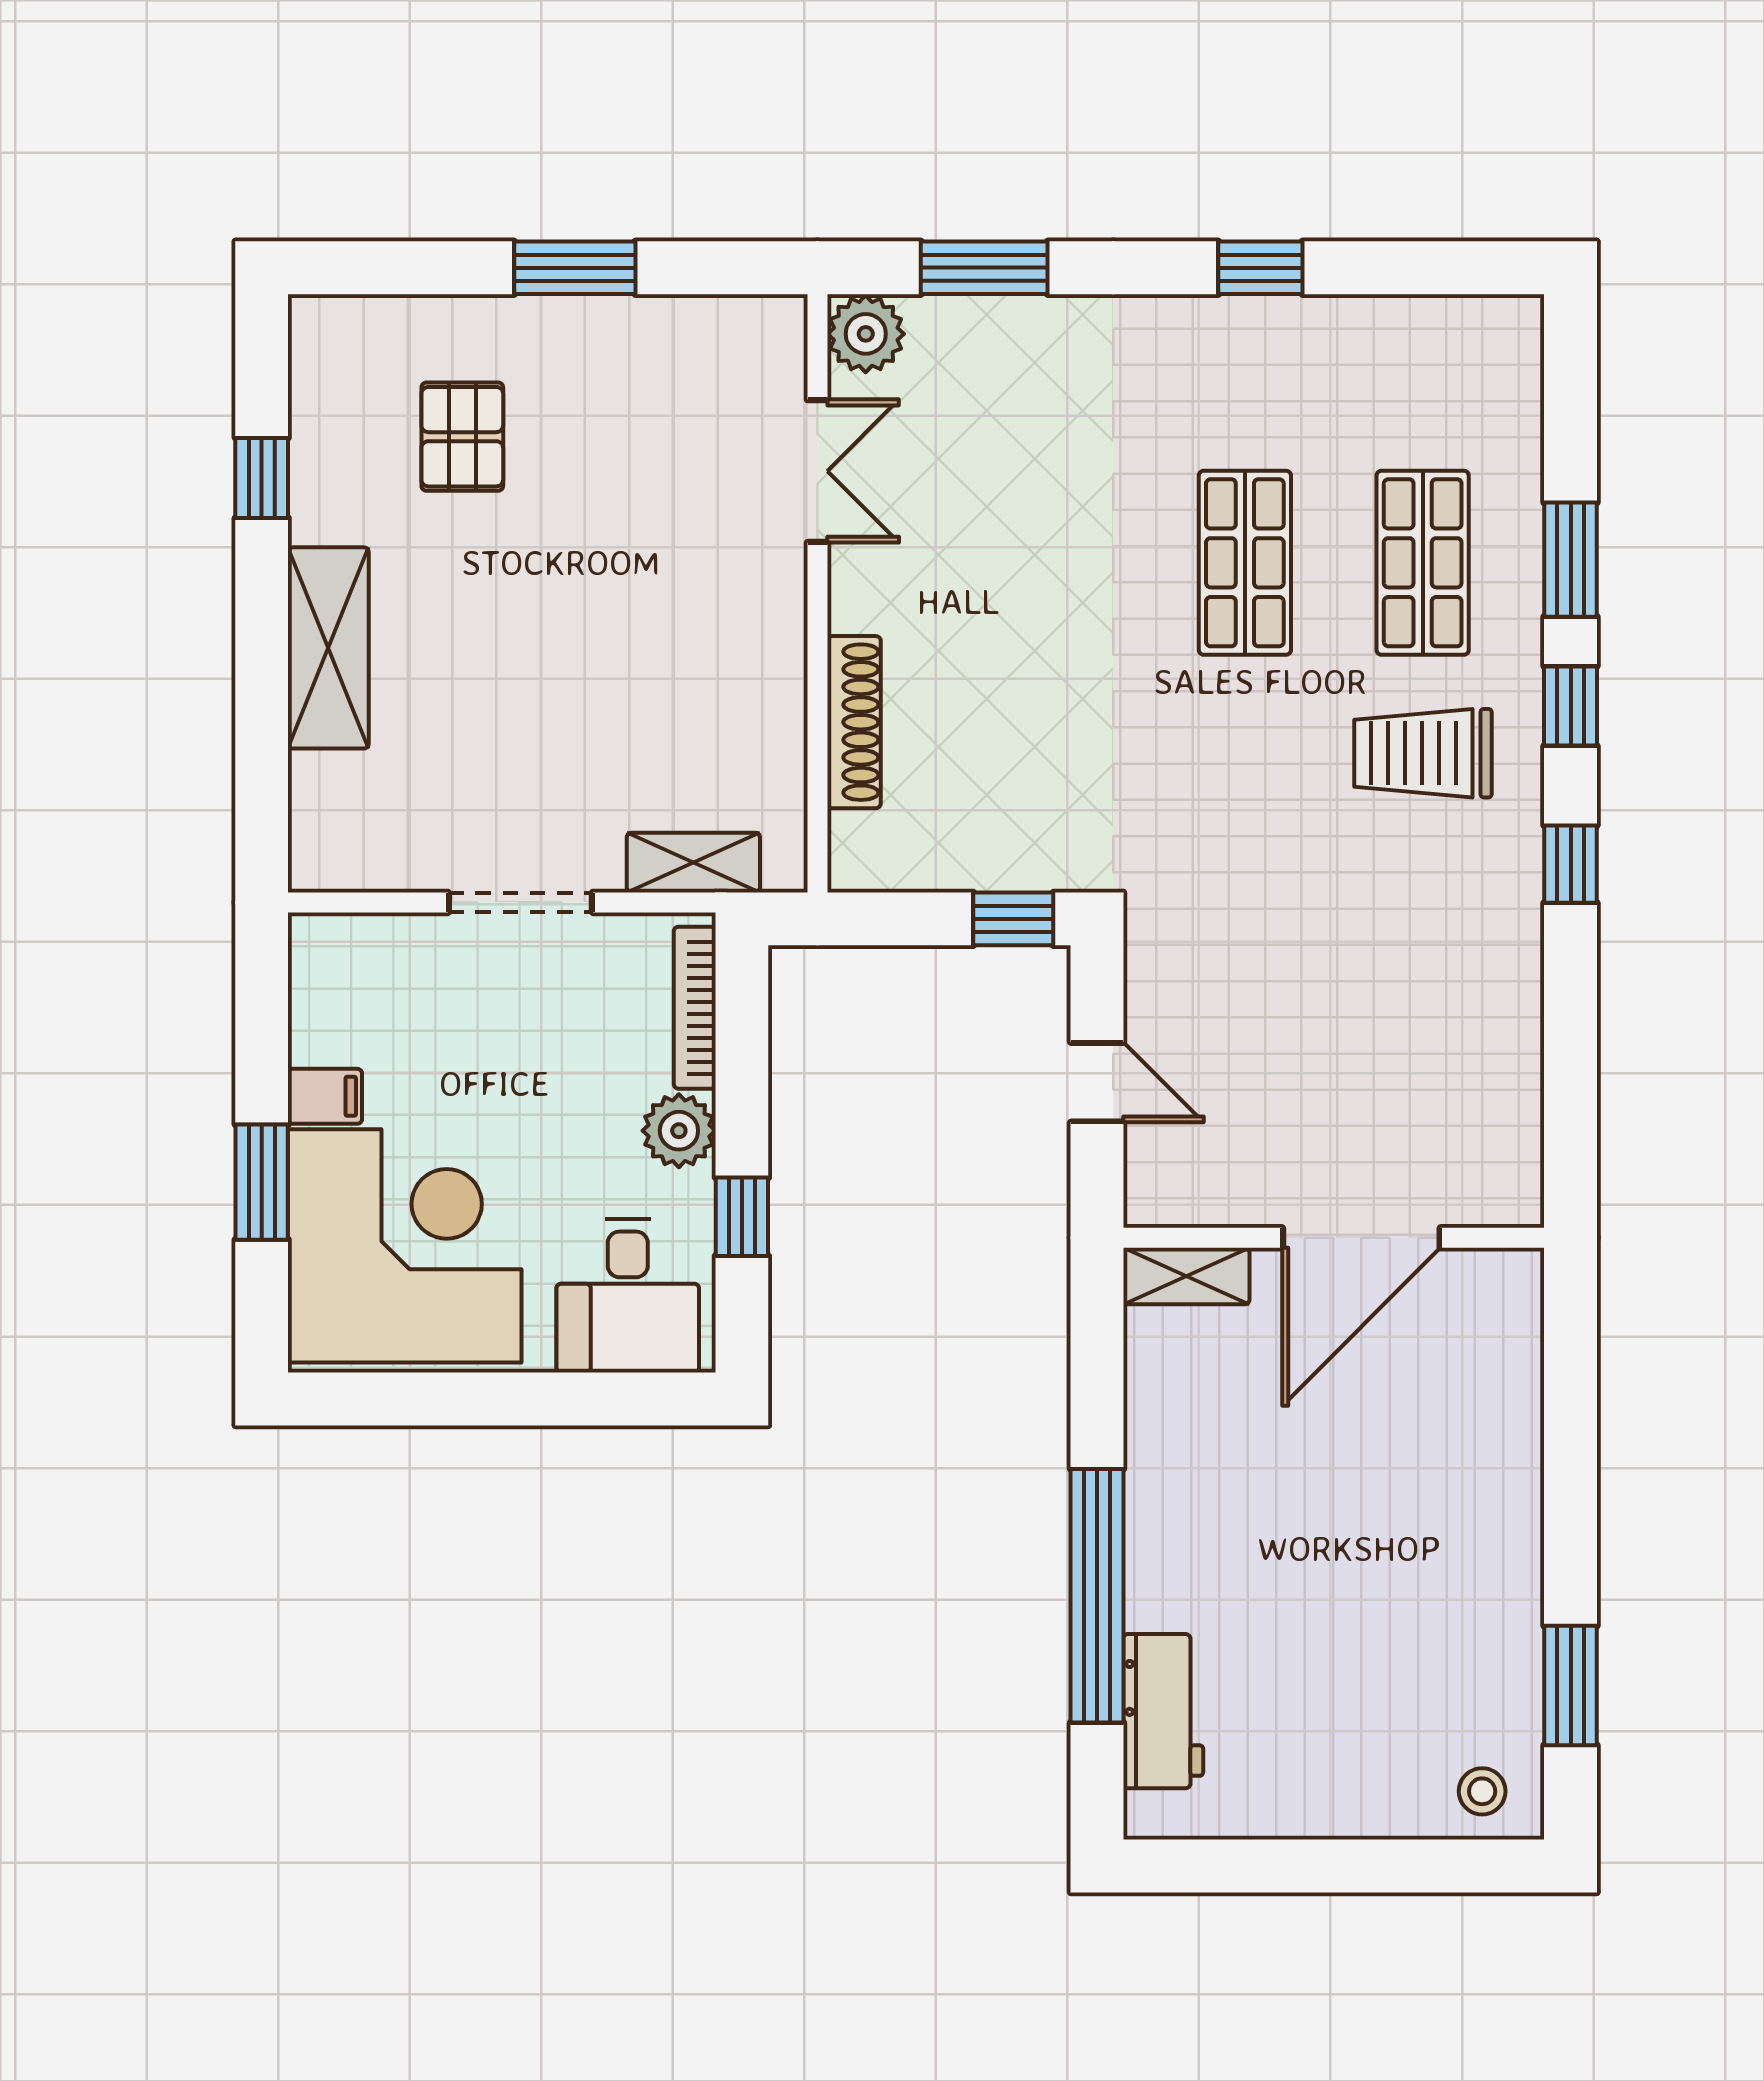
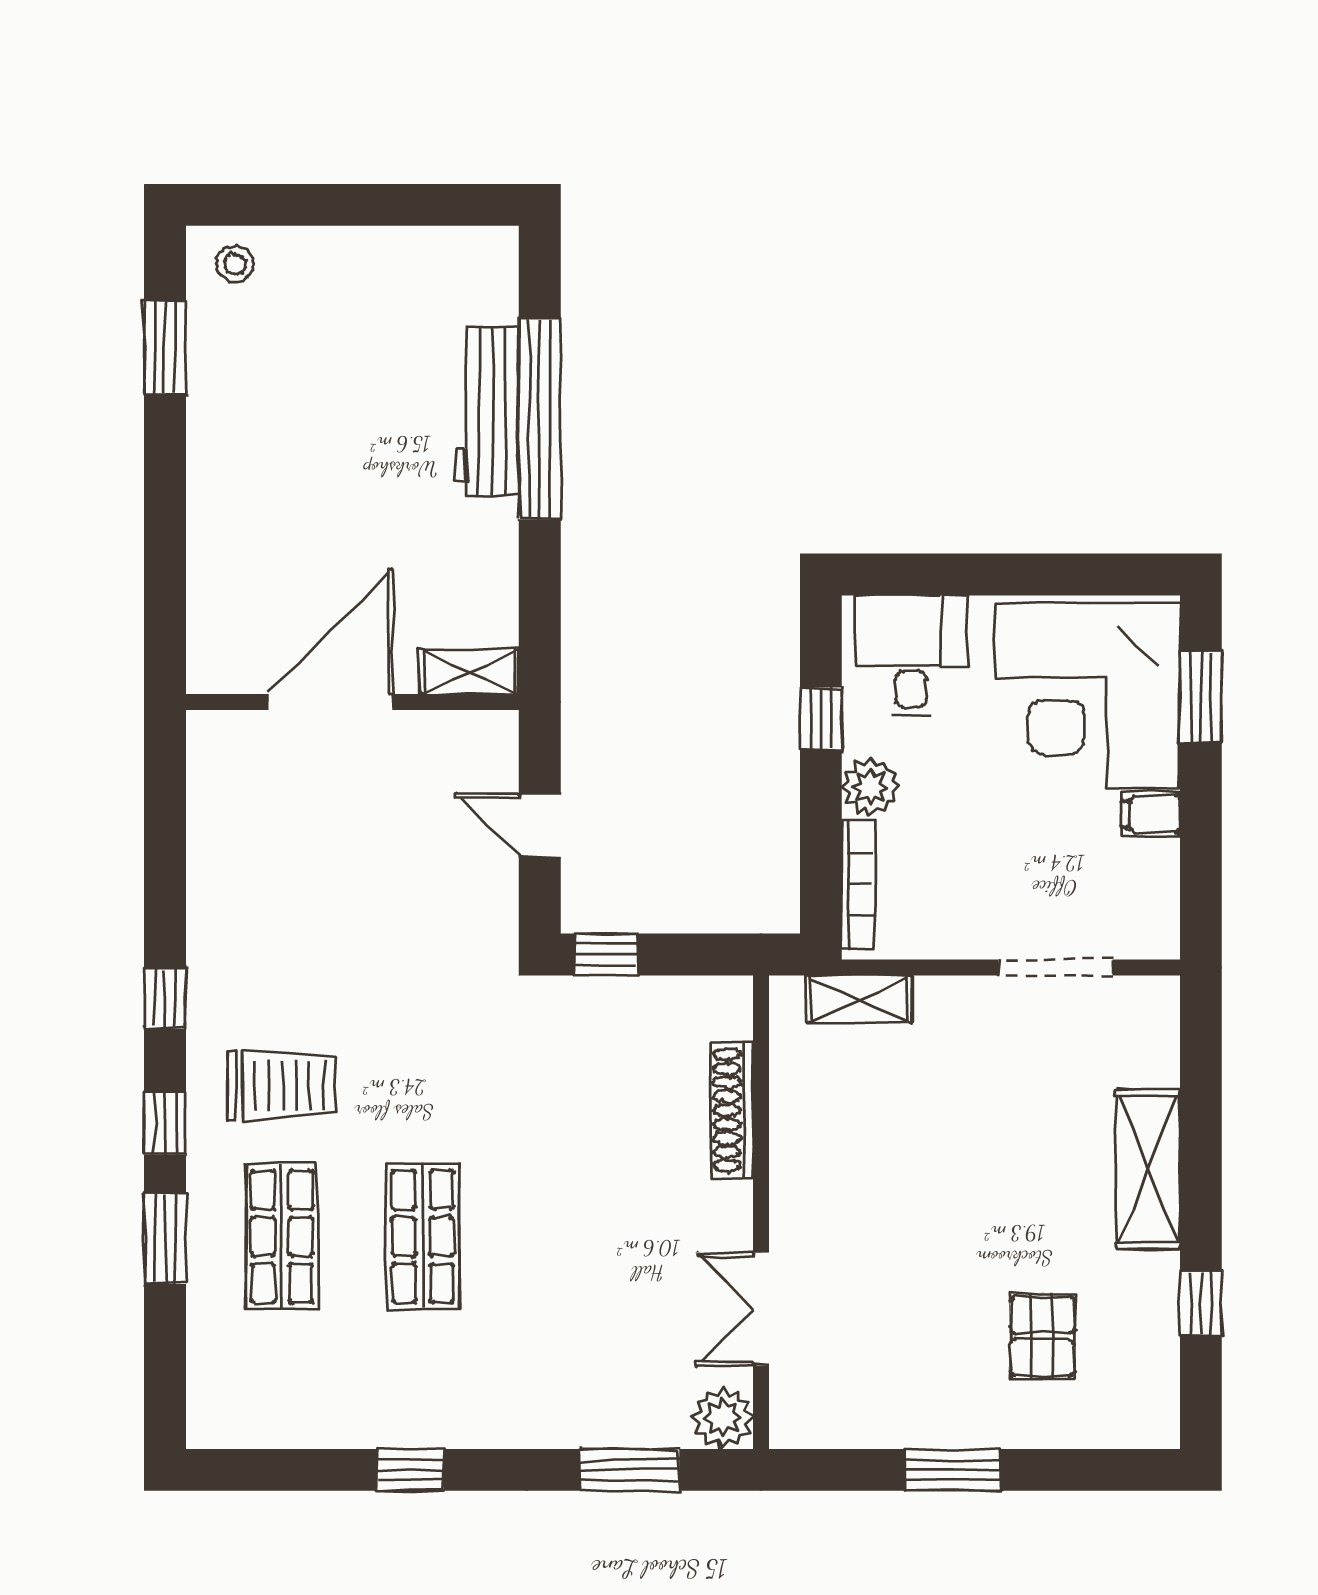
doorway: (520, 902) -> (1055, 968), moved
window: (262, 1182) -> (1201, 697), moved
workbench: (1163, 1711) -> (487, 412), moved, width x1.38

